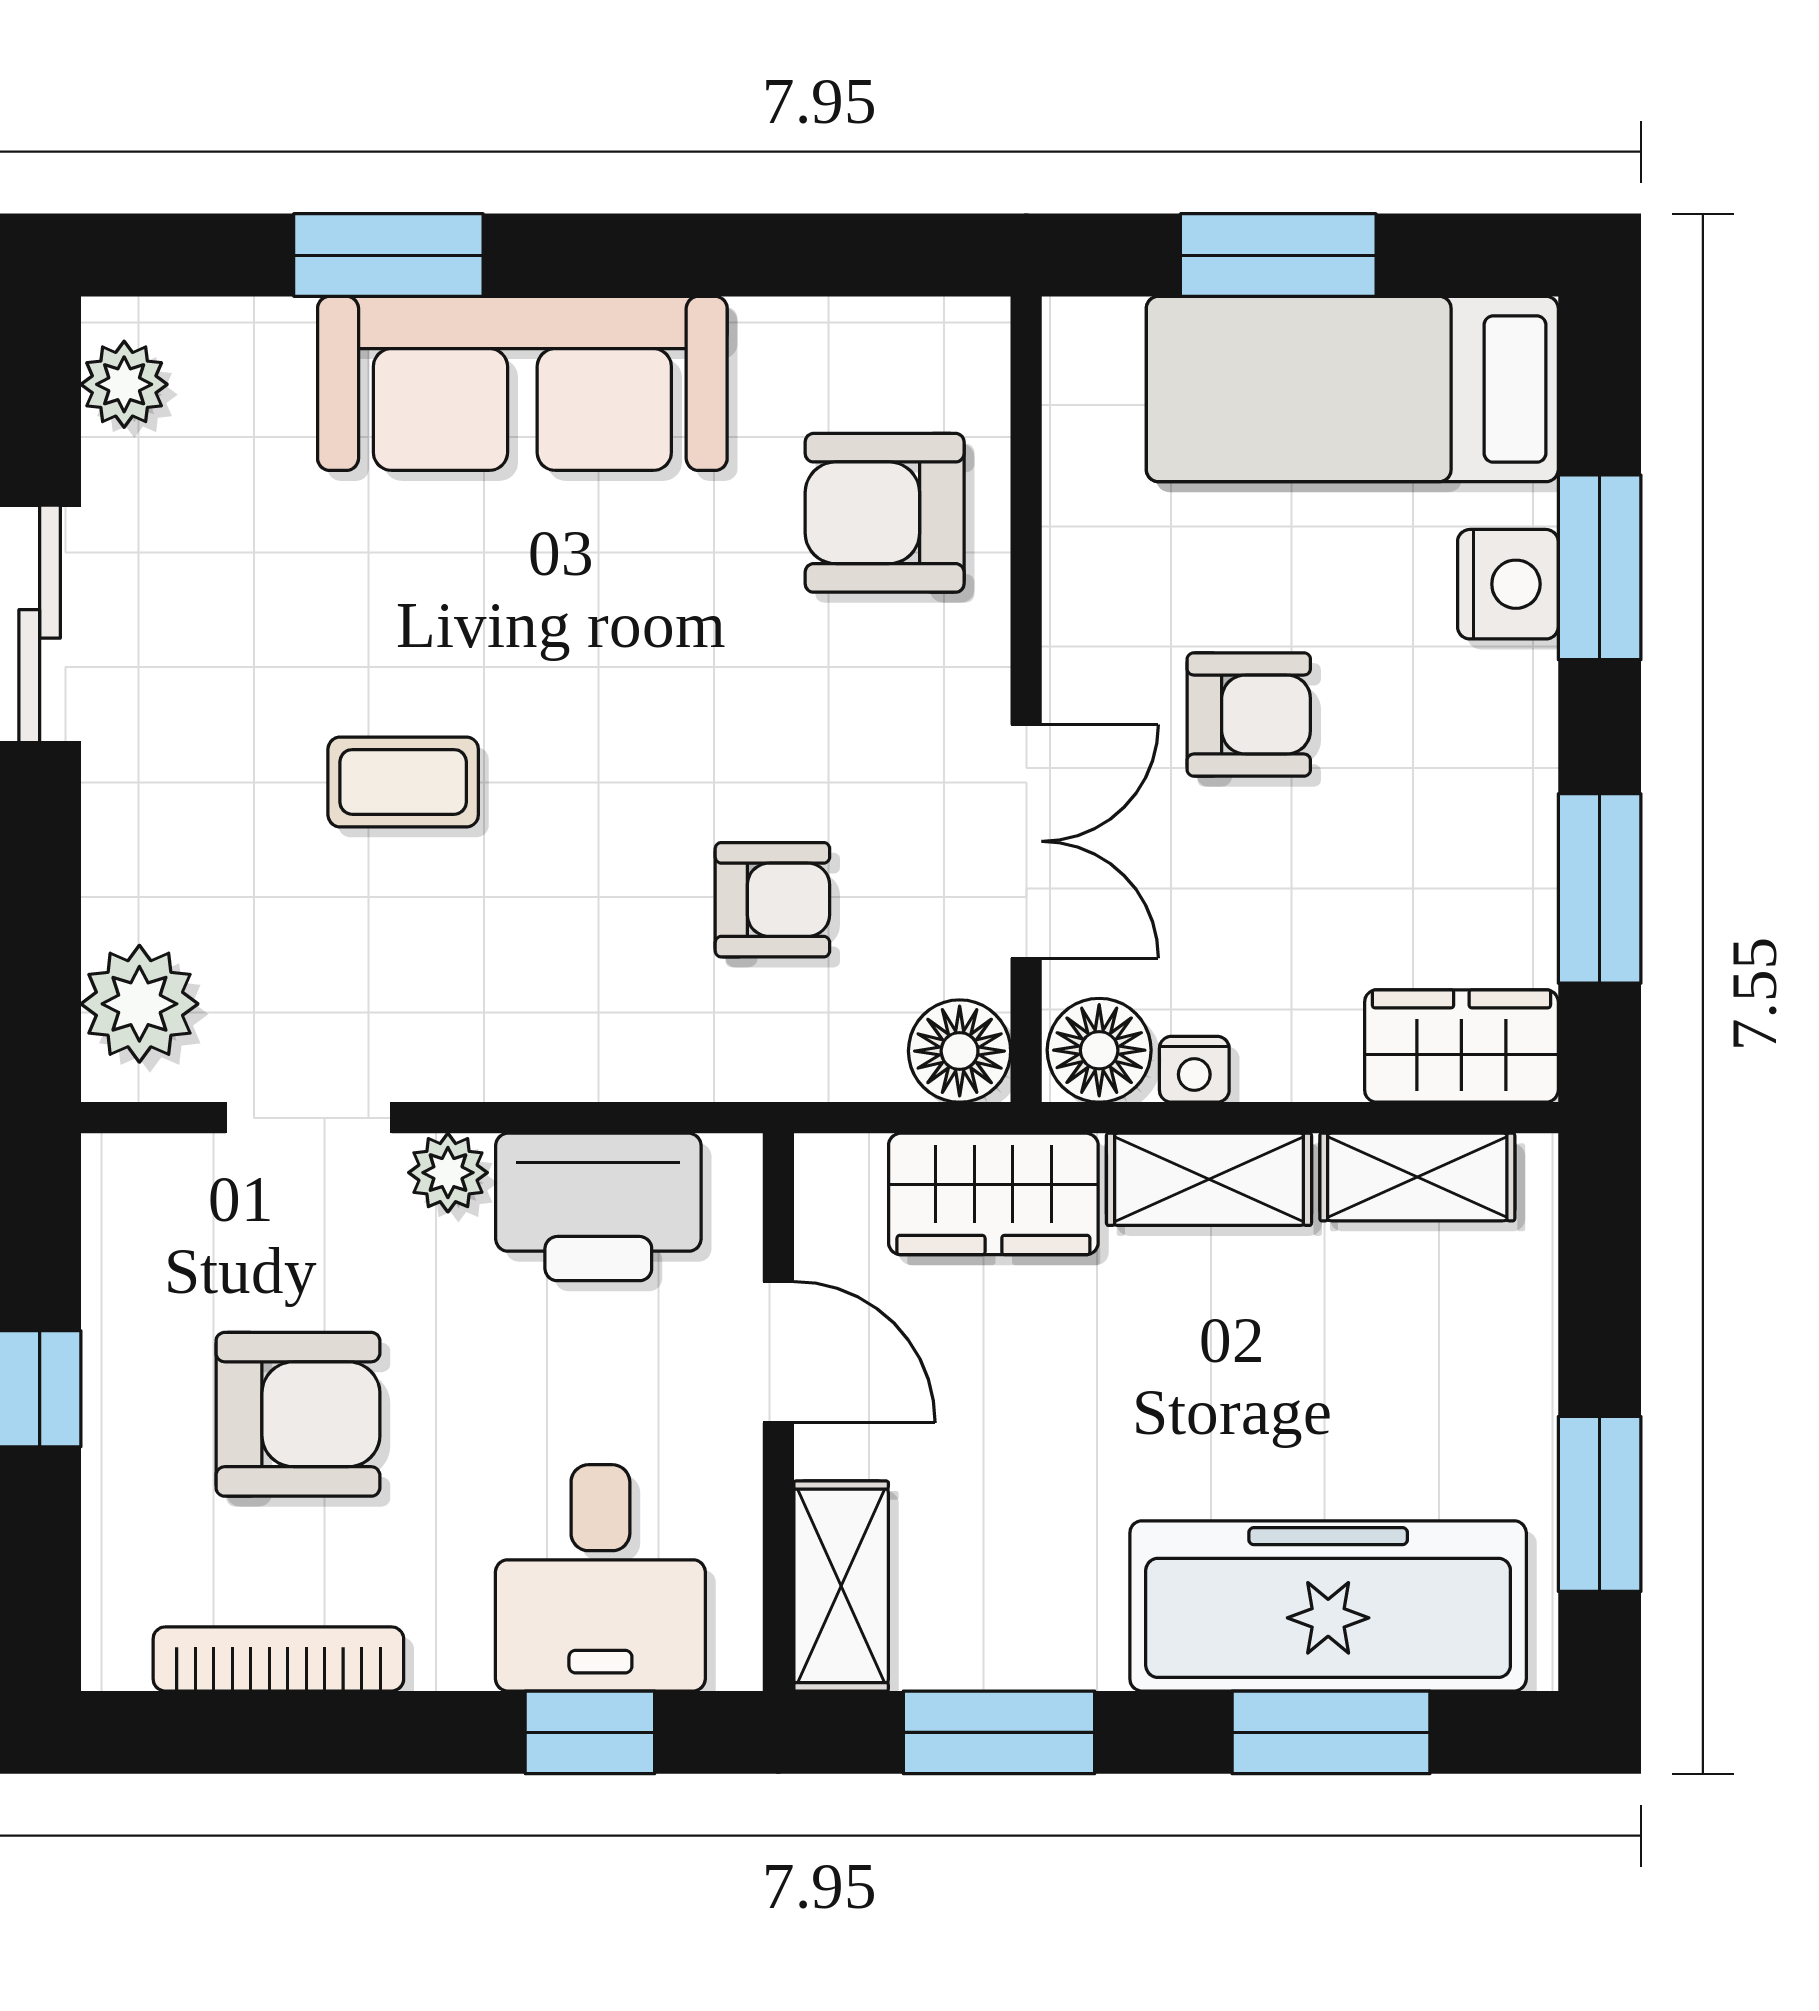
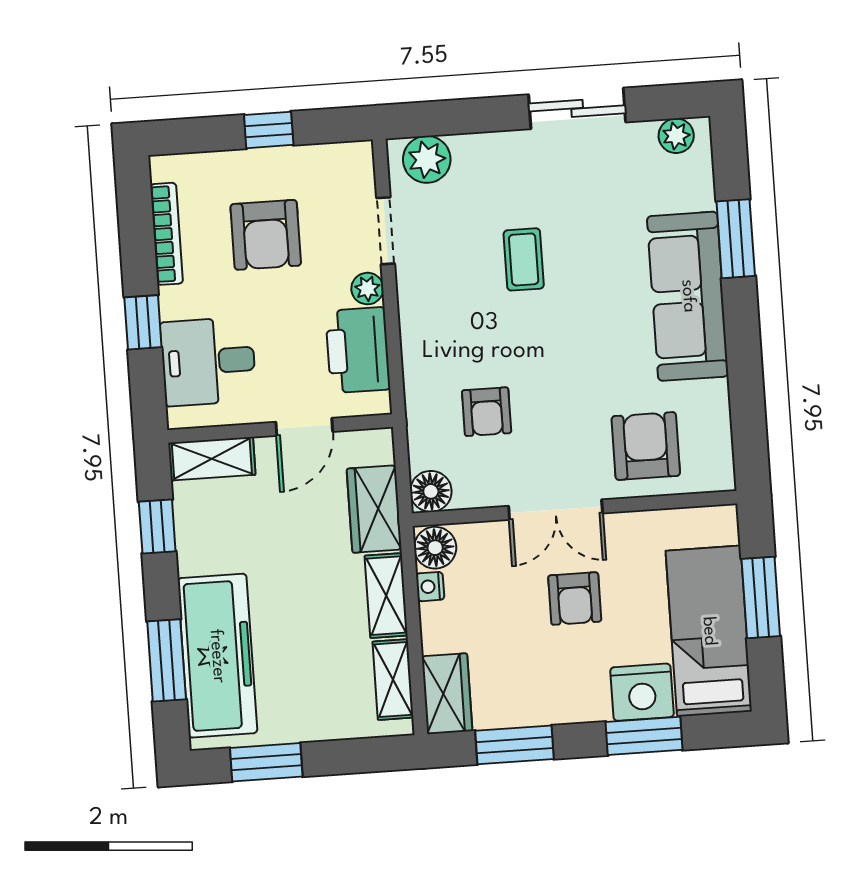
nightstand: (1508, 584) -> (642, 692), width x1.36, depth x1.33
double door: (1026, 841) -> (556, 510), moved
window: (590, 1732) -> (143, 322), moved
window: (999, 1732) -> (157, 527), width x0.67

